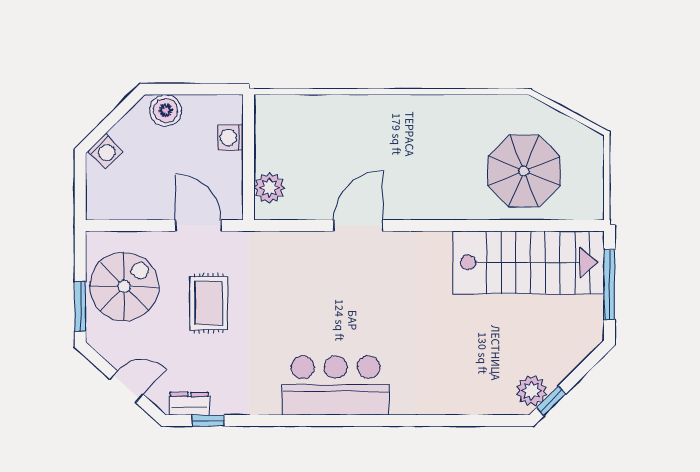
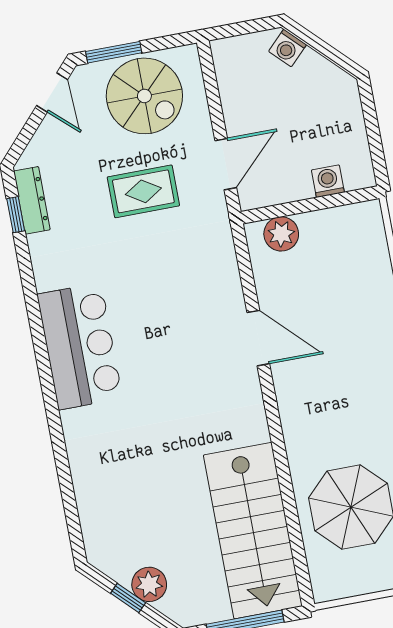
boiler: (165, 110) -> (344, 105), removed
door: (126, 387) -> (52, 93), moved
plant: (532, 391) -> (149, 584), moved
window: (551, 401) -> (128, 598), moved
dresser: (189, 404) -> (32, 200), width x1.44

